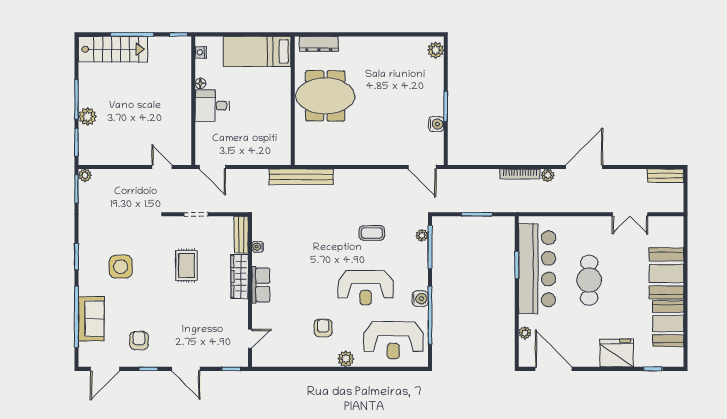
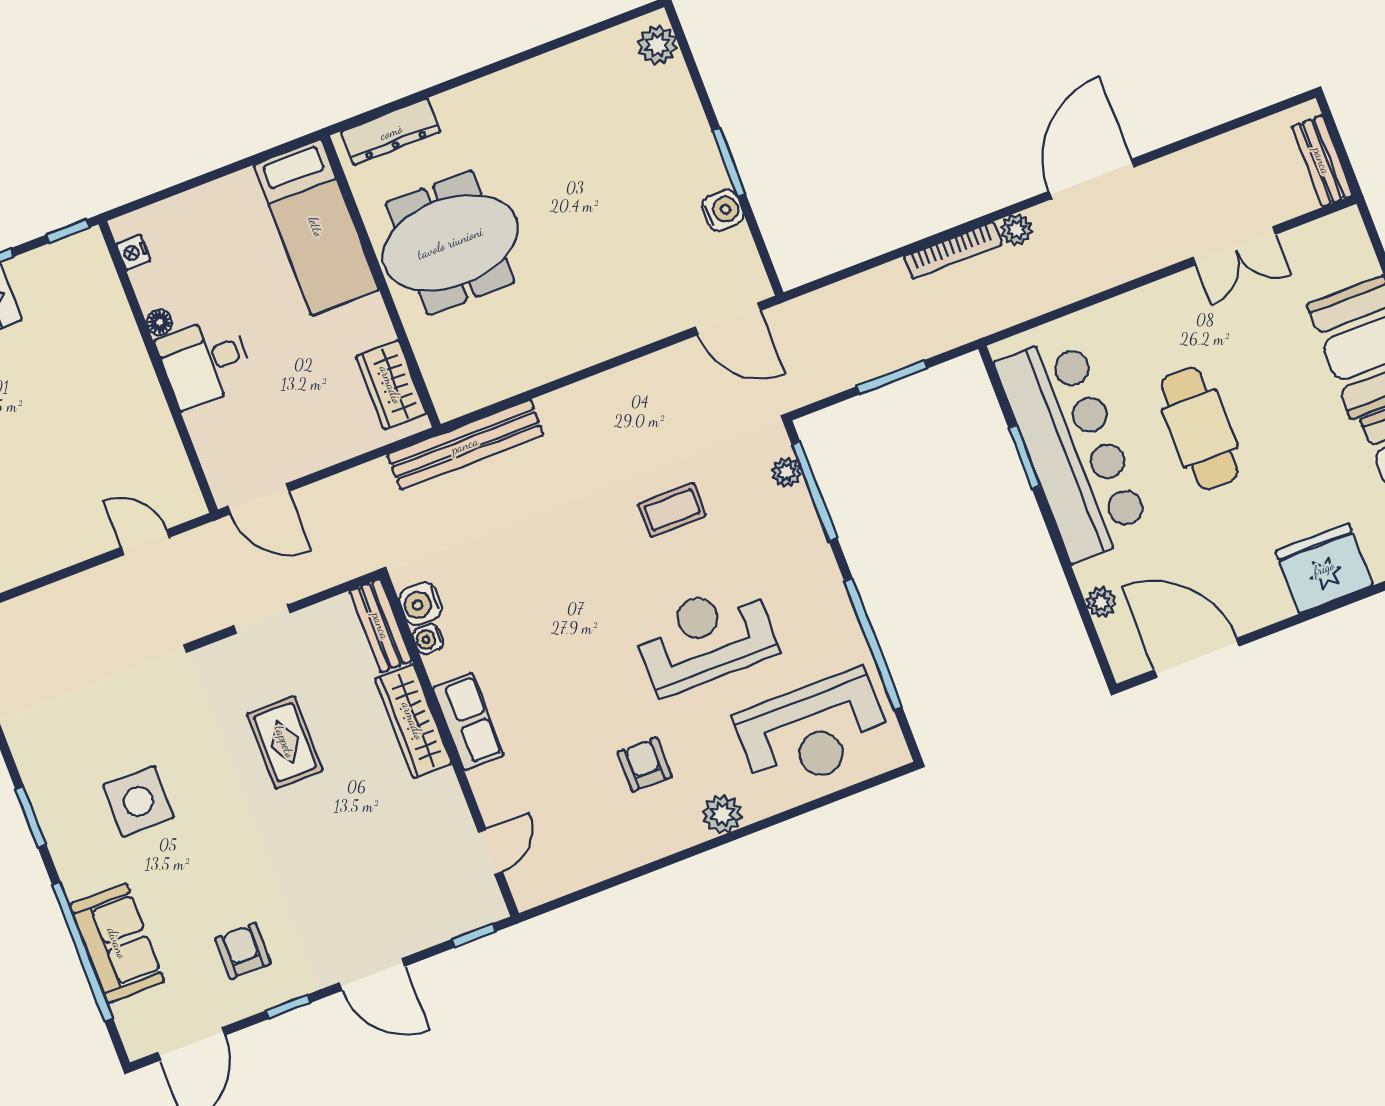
bed: (257, 51) -> (316, 227), moved, turned -90
wardrobe: (281, 142) -> (391, 385), added
bench: (665, 176) -> (1322, 161), moved, turned 90
reception desk: (366, 288) -> (705, 638), turned 180
water cooler: (420, 299) -> (420, 604), moved, turned 180

